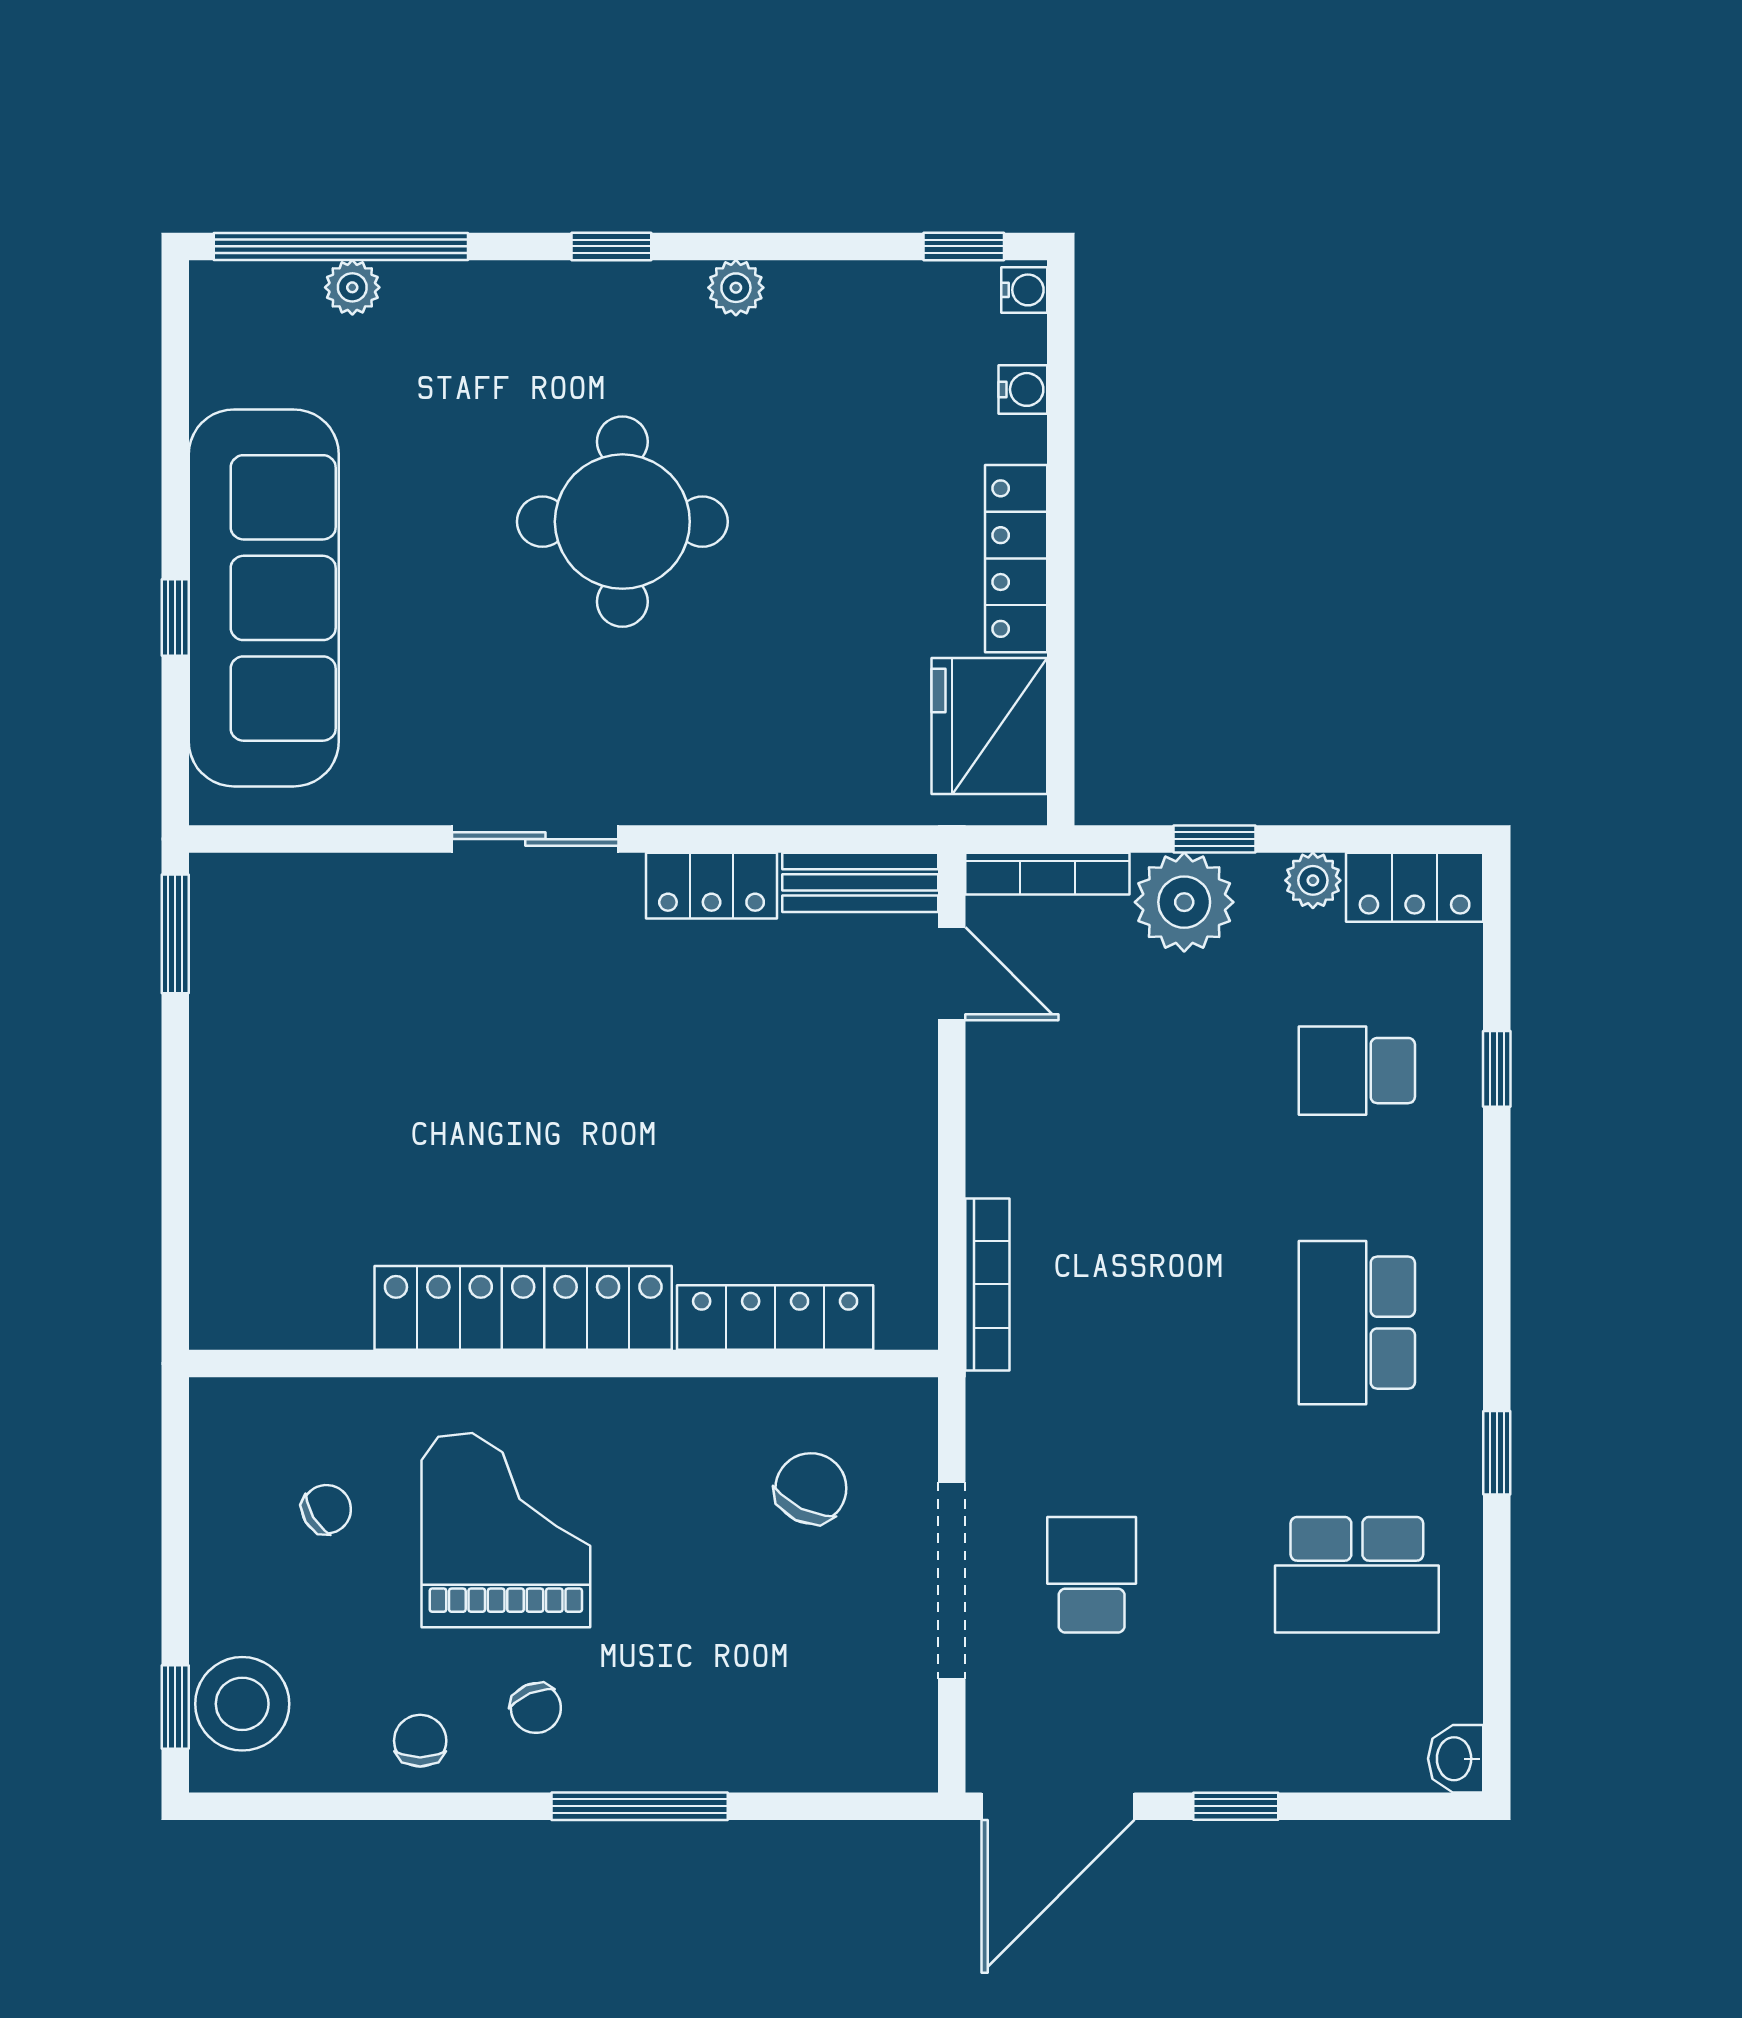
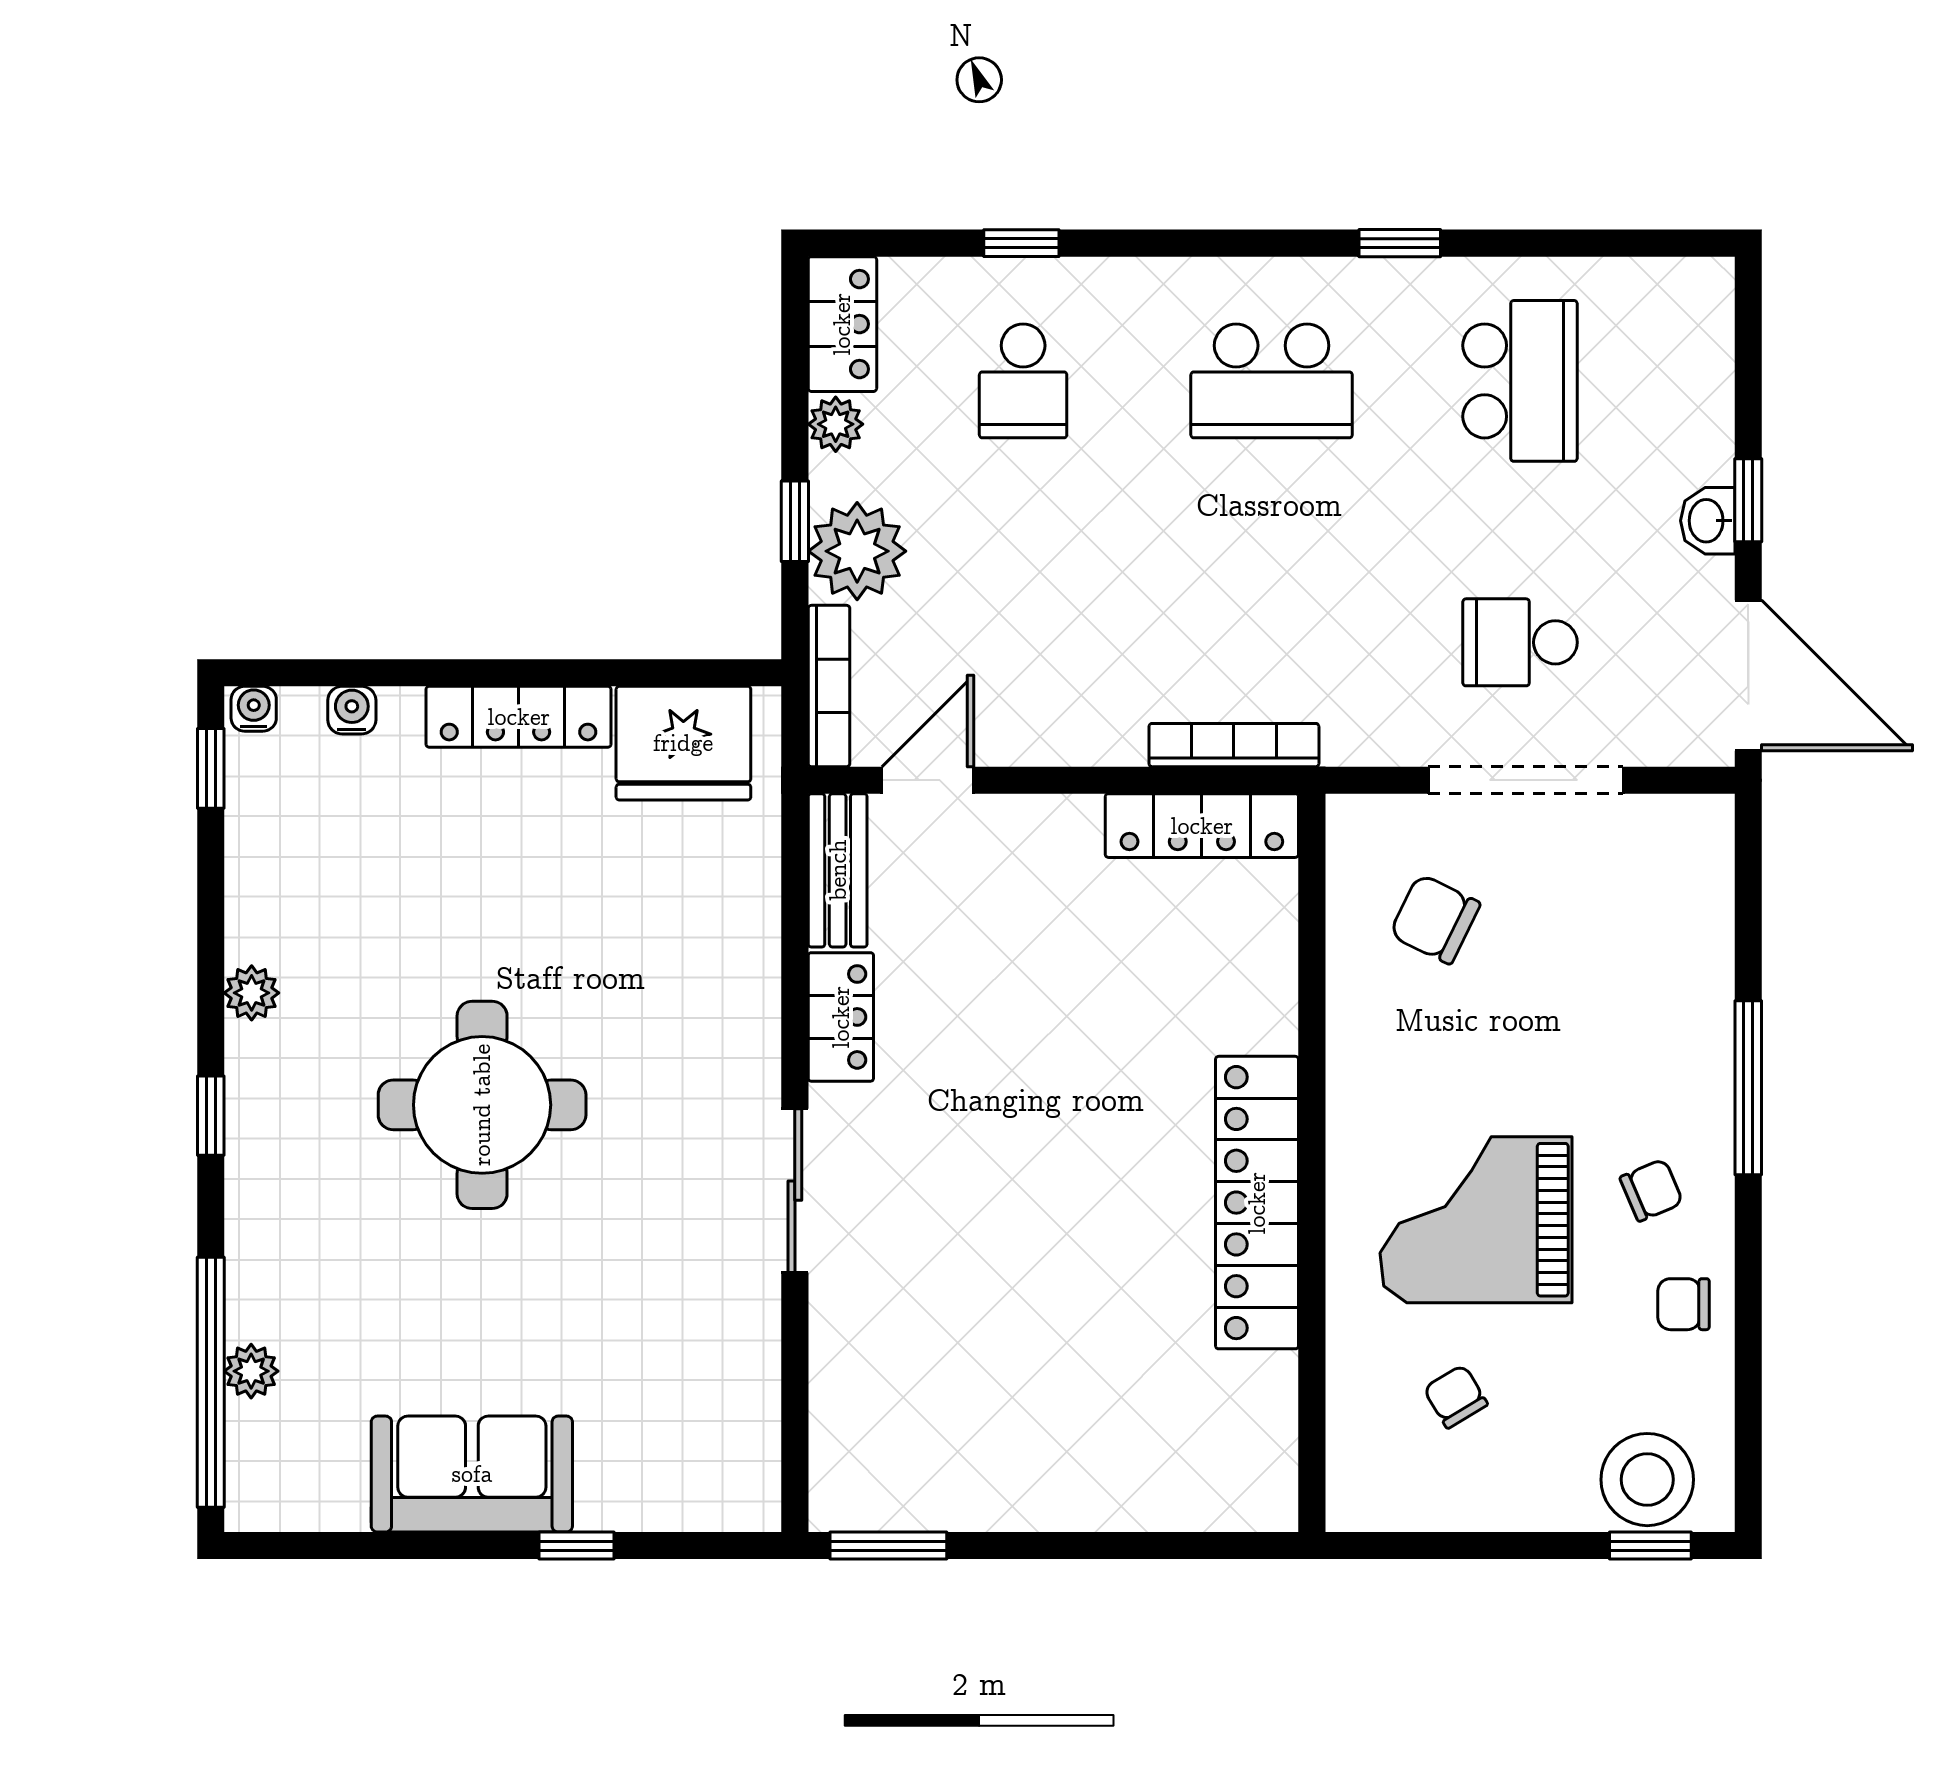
sofa: (264, 598) -> (472, 1474), width x0.54, depth x0.79
locker: (775, 1317) -> (1202, 826), moved, turned -90
washbasin: (1456, 1759) -> (1708, 521), moved, turned 90

